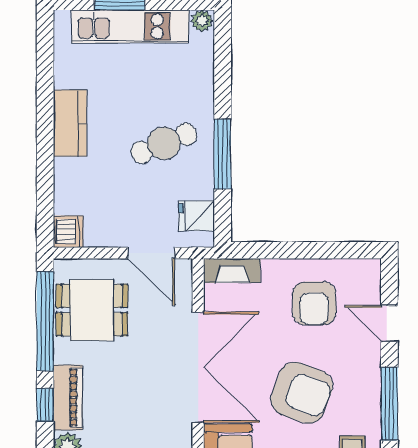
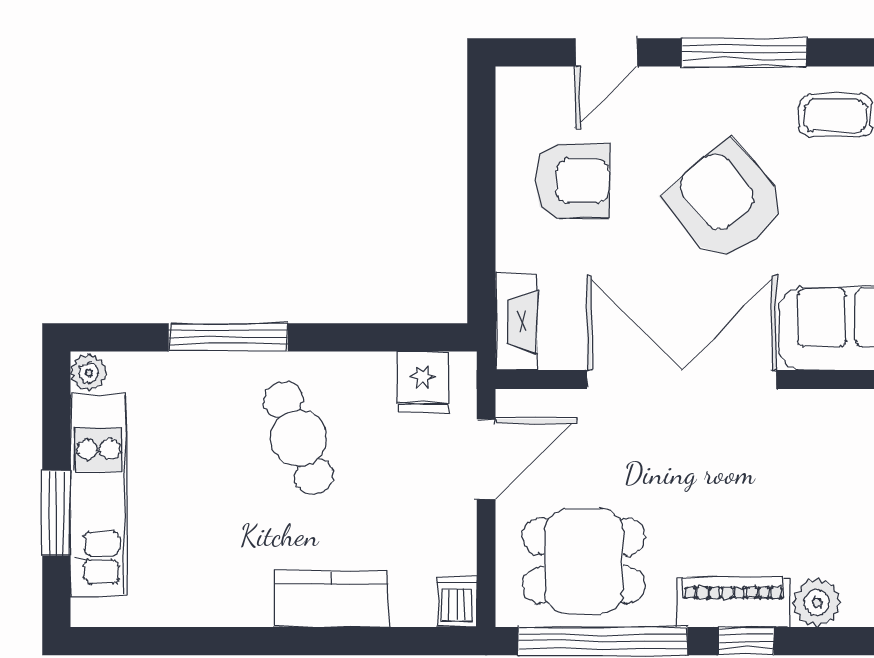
kitchen counter: (70, 123) -> (332, 599), moved
window: (223, 154) -> (228, 337), moved
dishwasher: (68, 232) -> (457, 602), width x0.73
dining table: (92, 310) -> (584, 561), turned 90
armchair: (302, 393) -> (725, 202), turned -60

